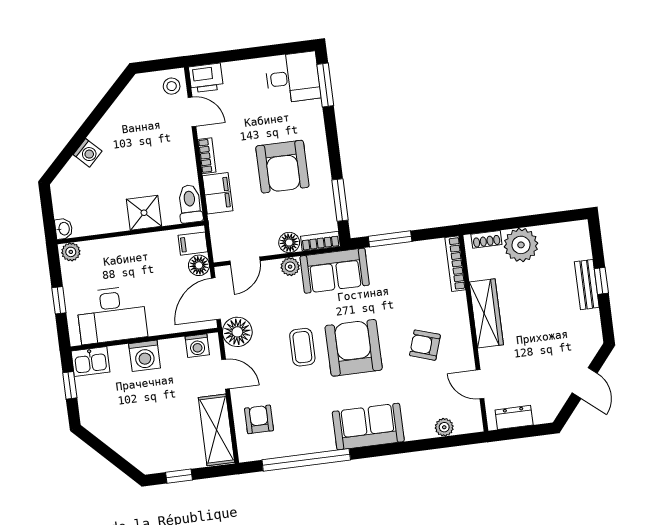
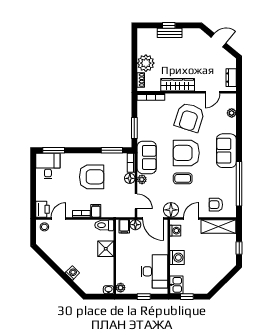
filing cabinet: (218, 193) -> (96, 211), width x0.50
armchair: (425, 345) -> (189, 117), width x1.88, depth x1.88

